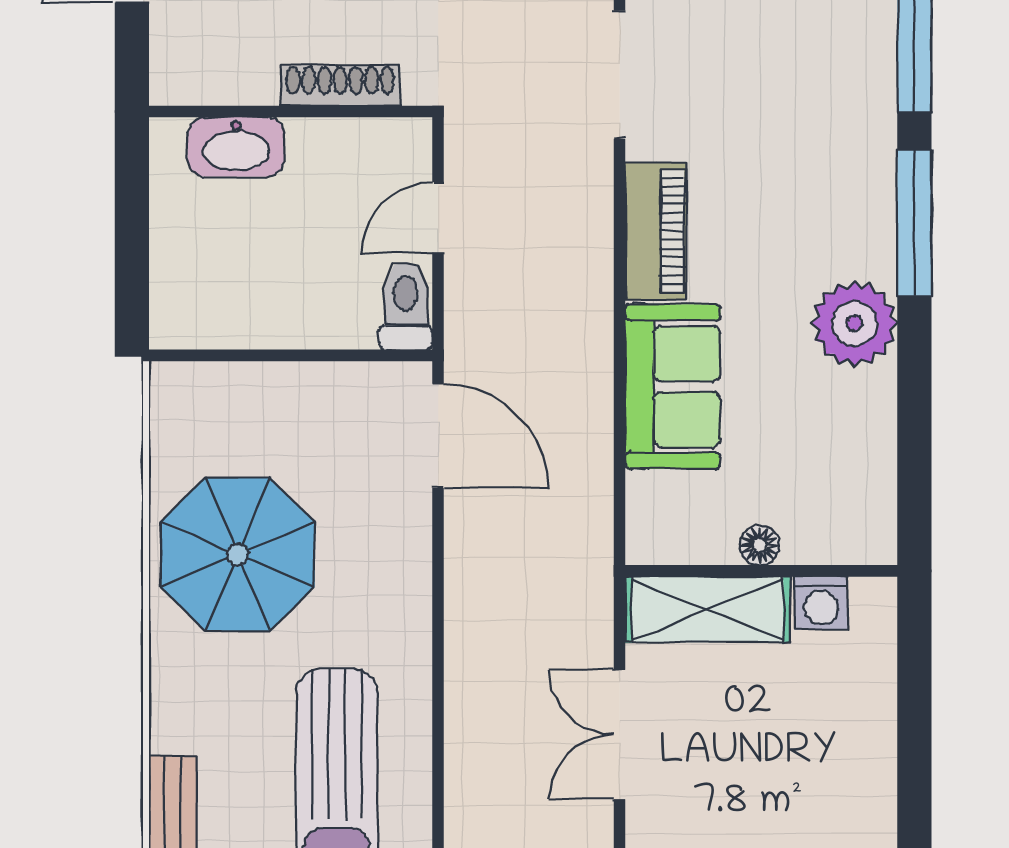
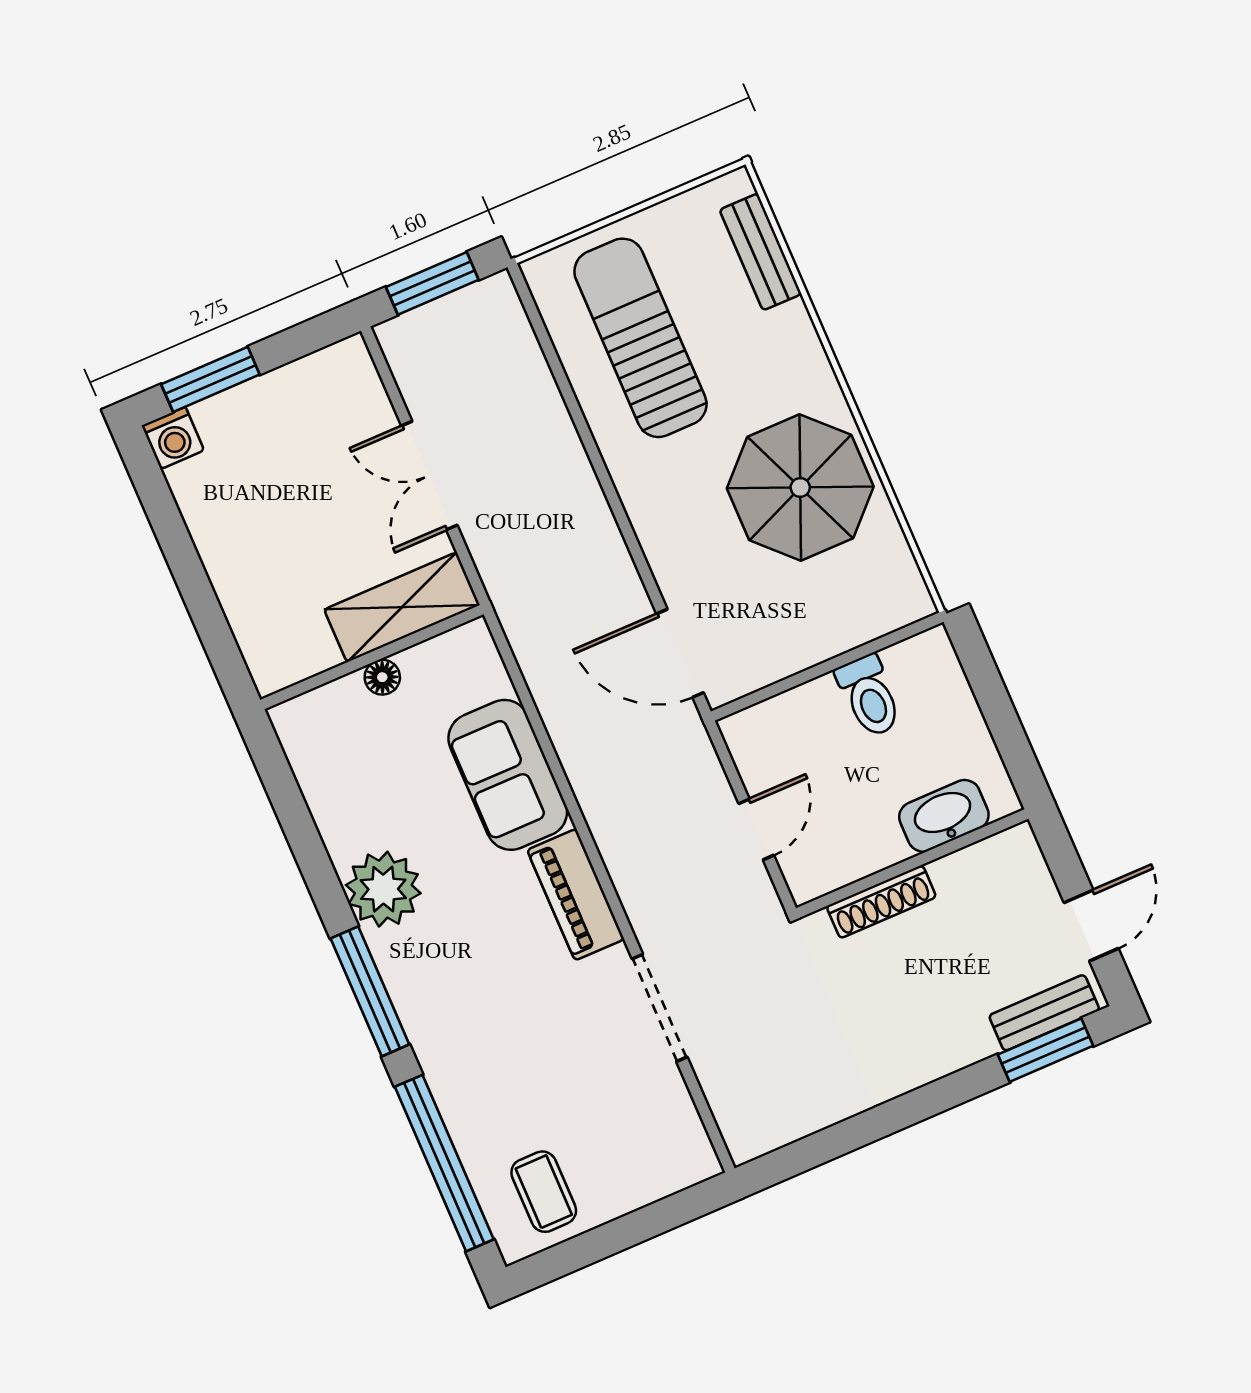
toilet: (406, 306) -> (869, 696), moved
washing machine: (821, 603) -> (312, 652), removed
double door: (620, 734) -> (429, 476), swing flipped

